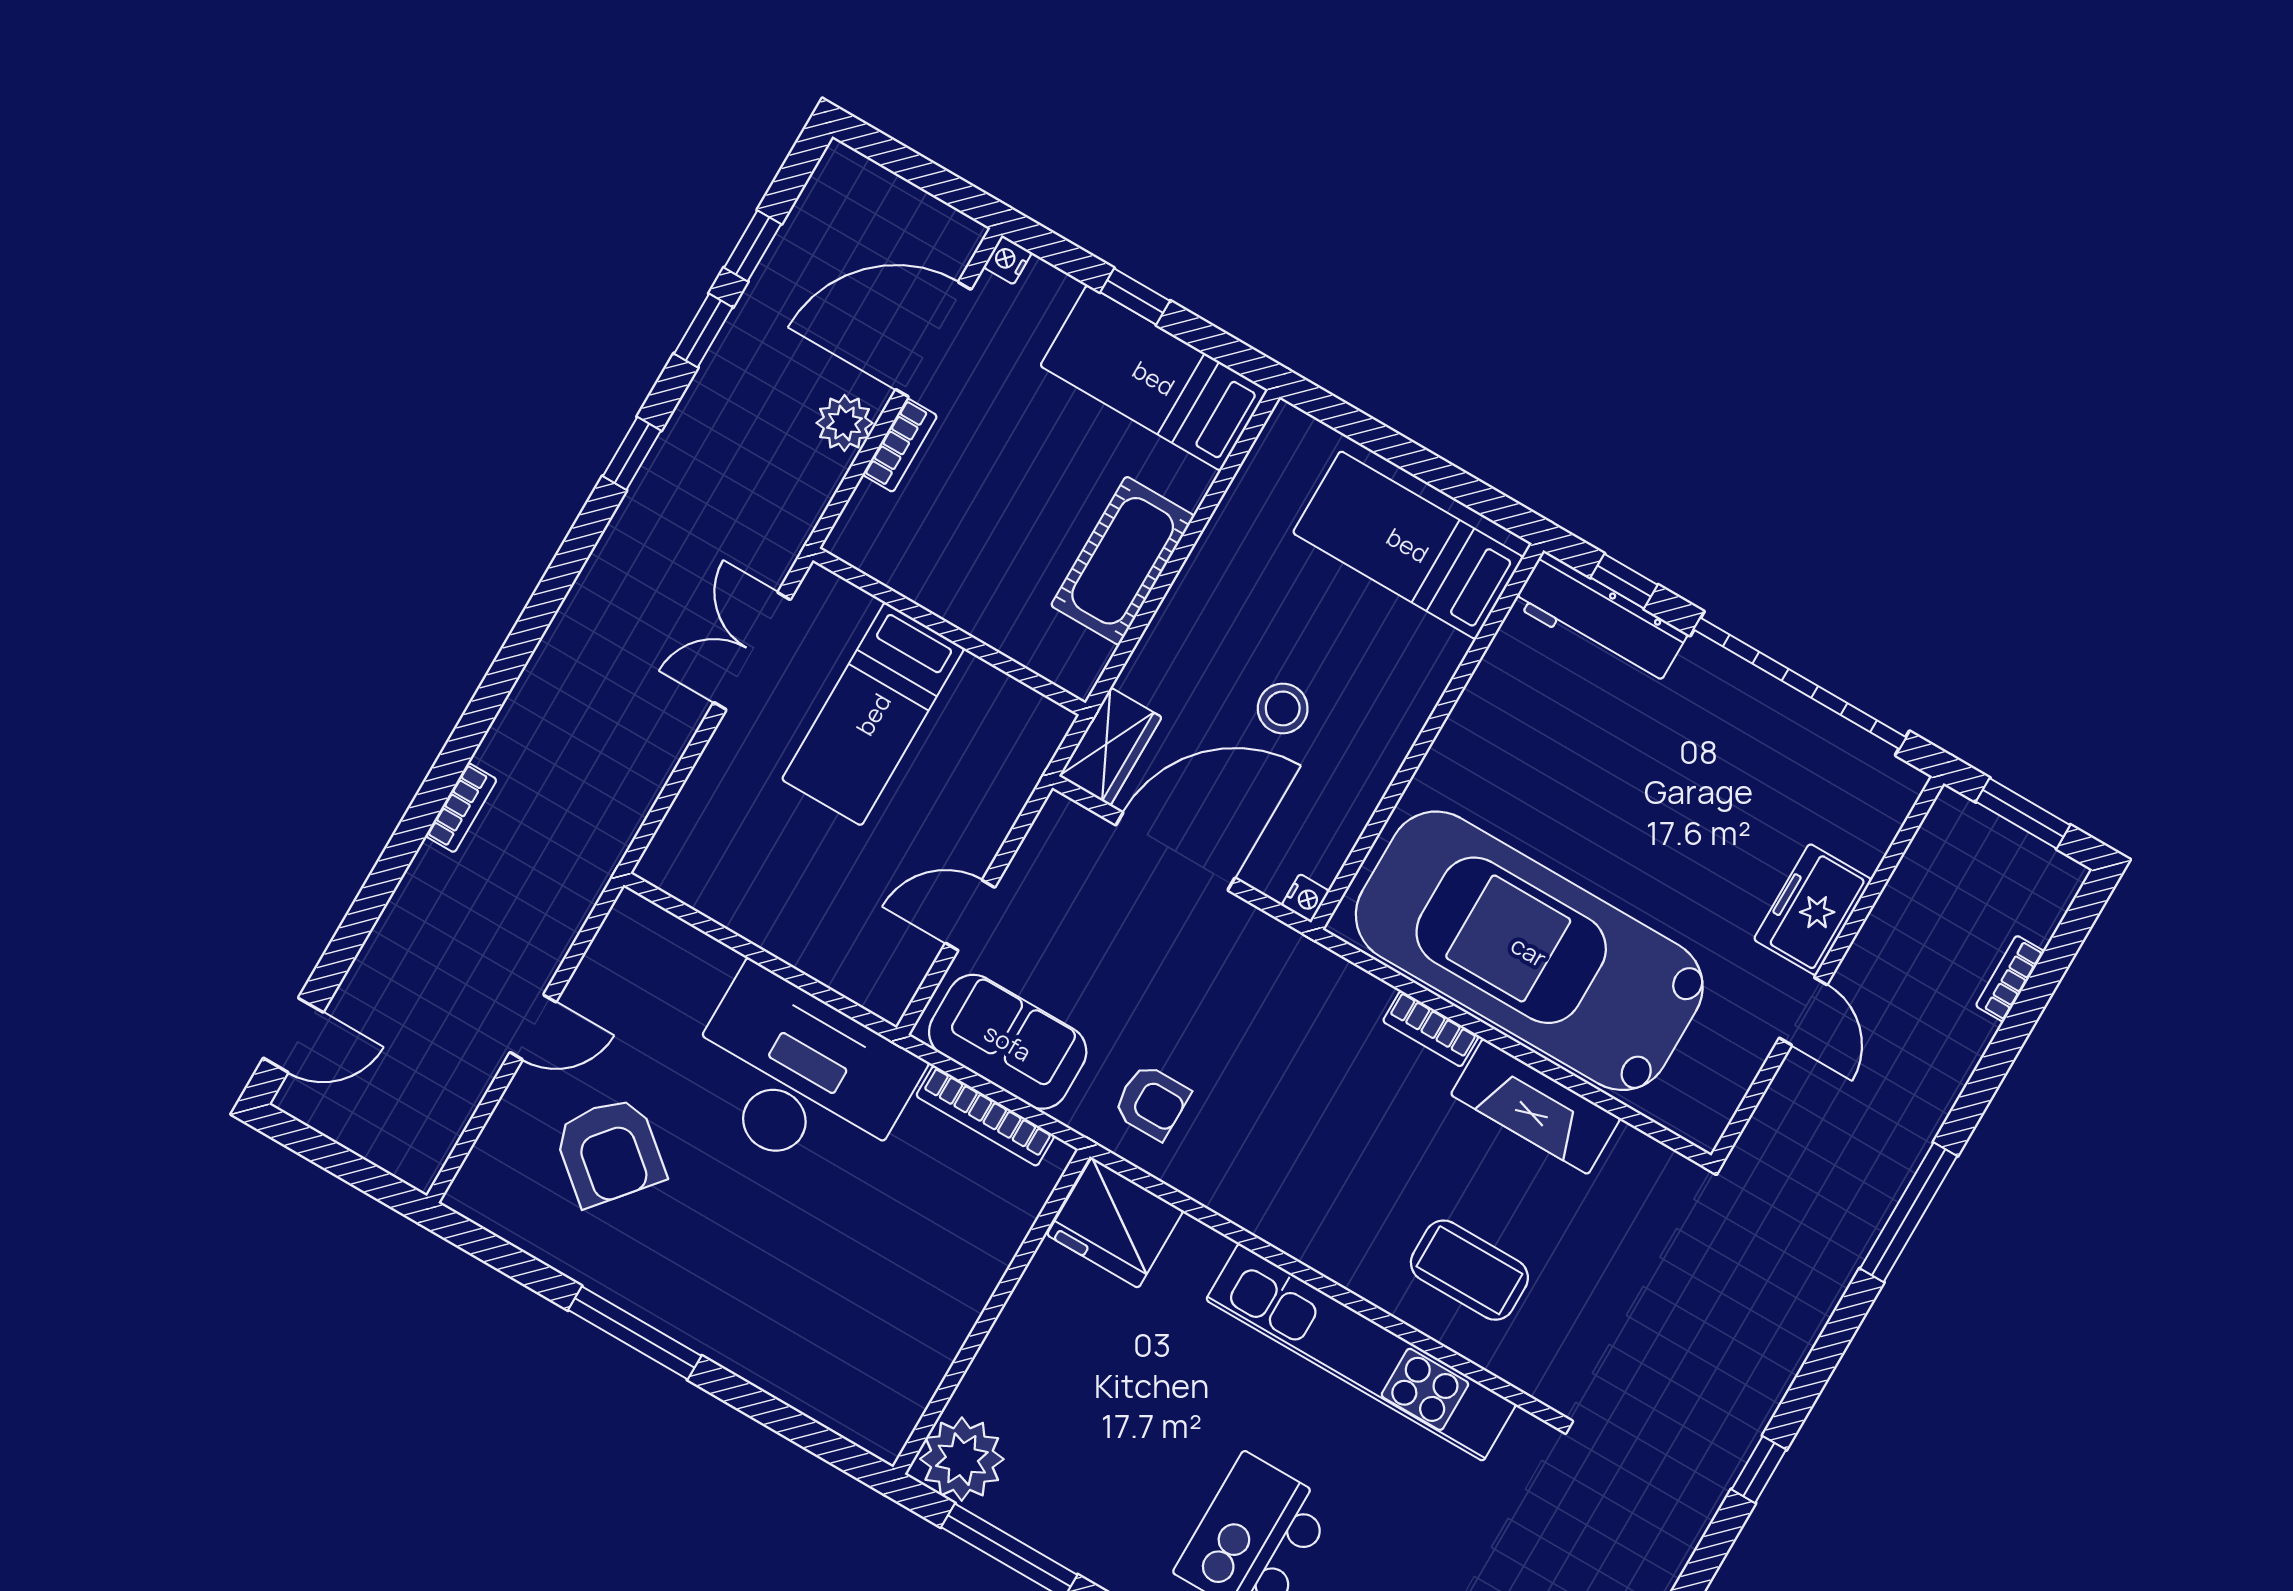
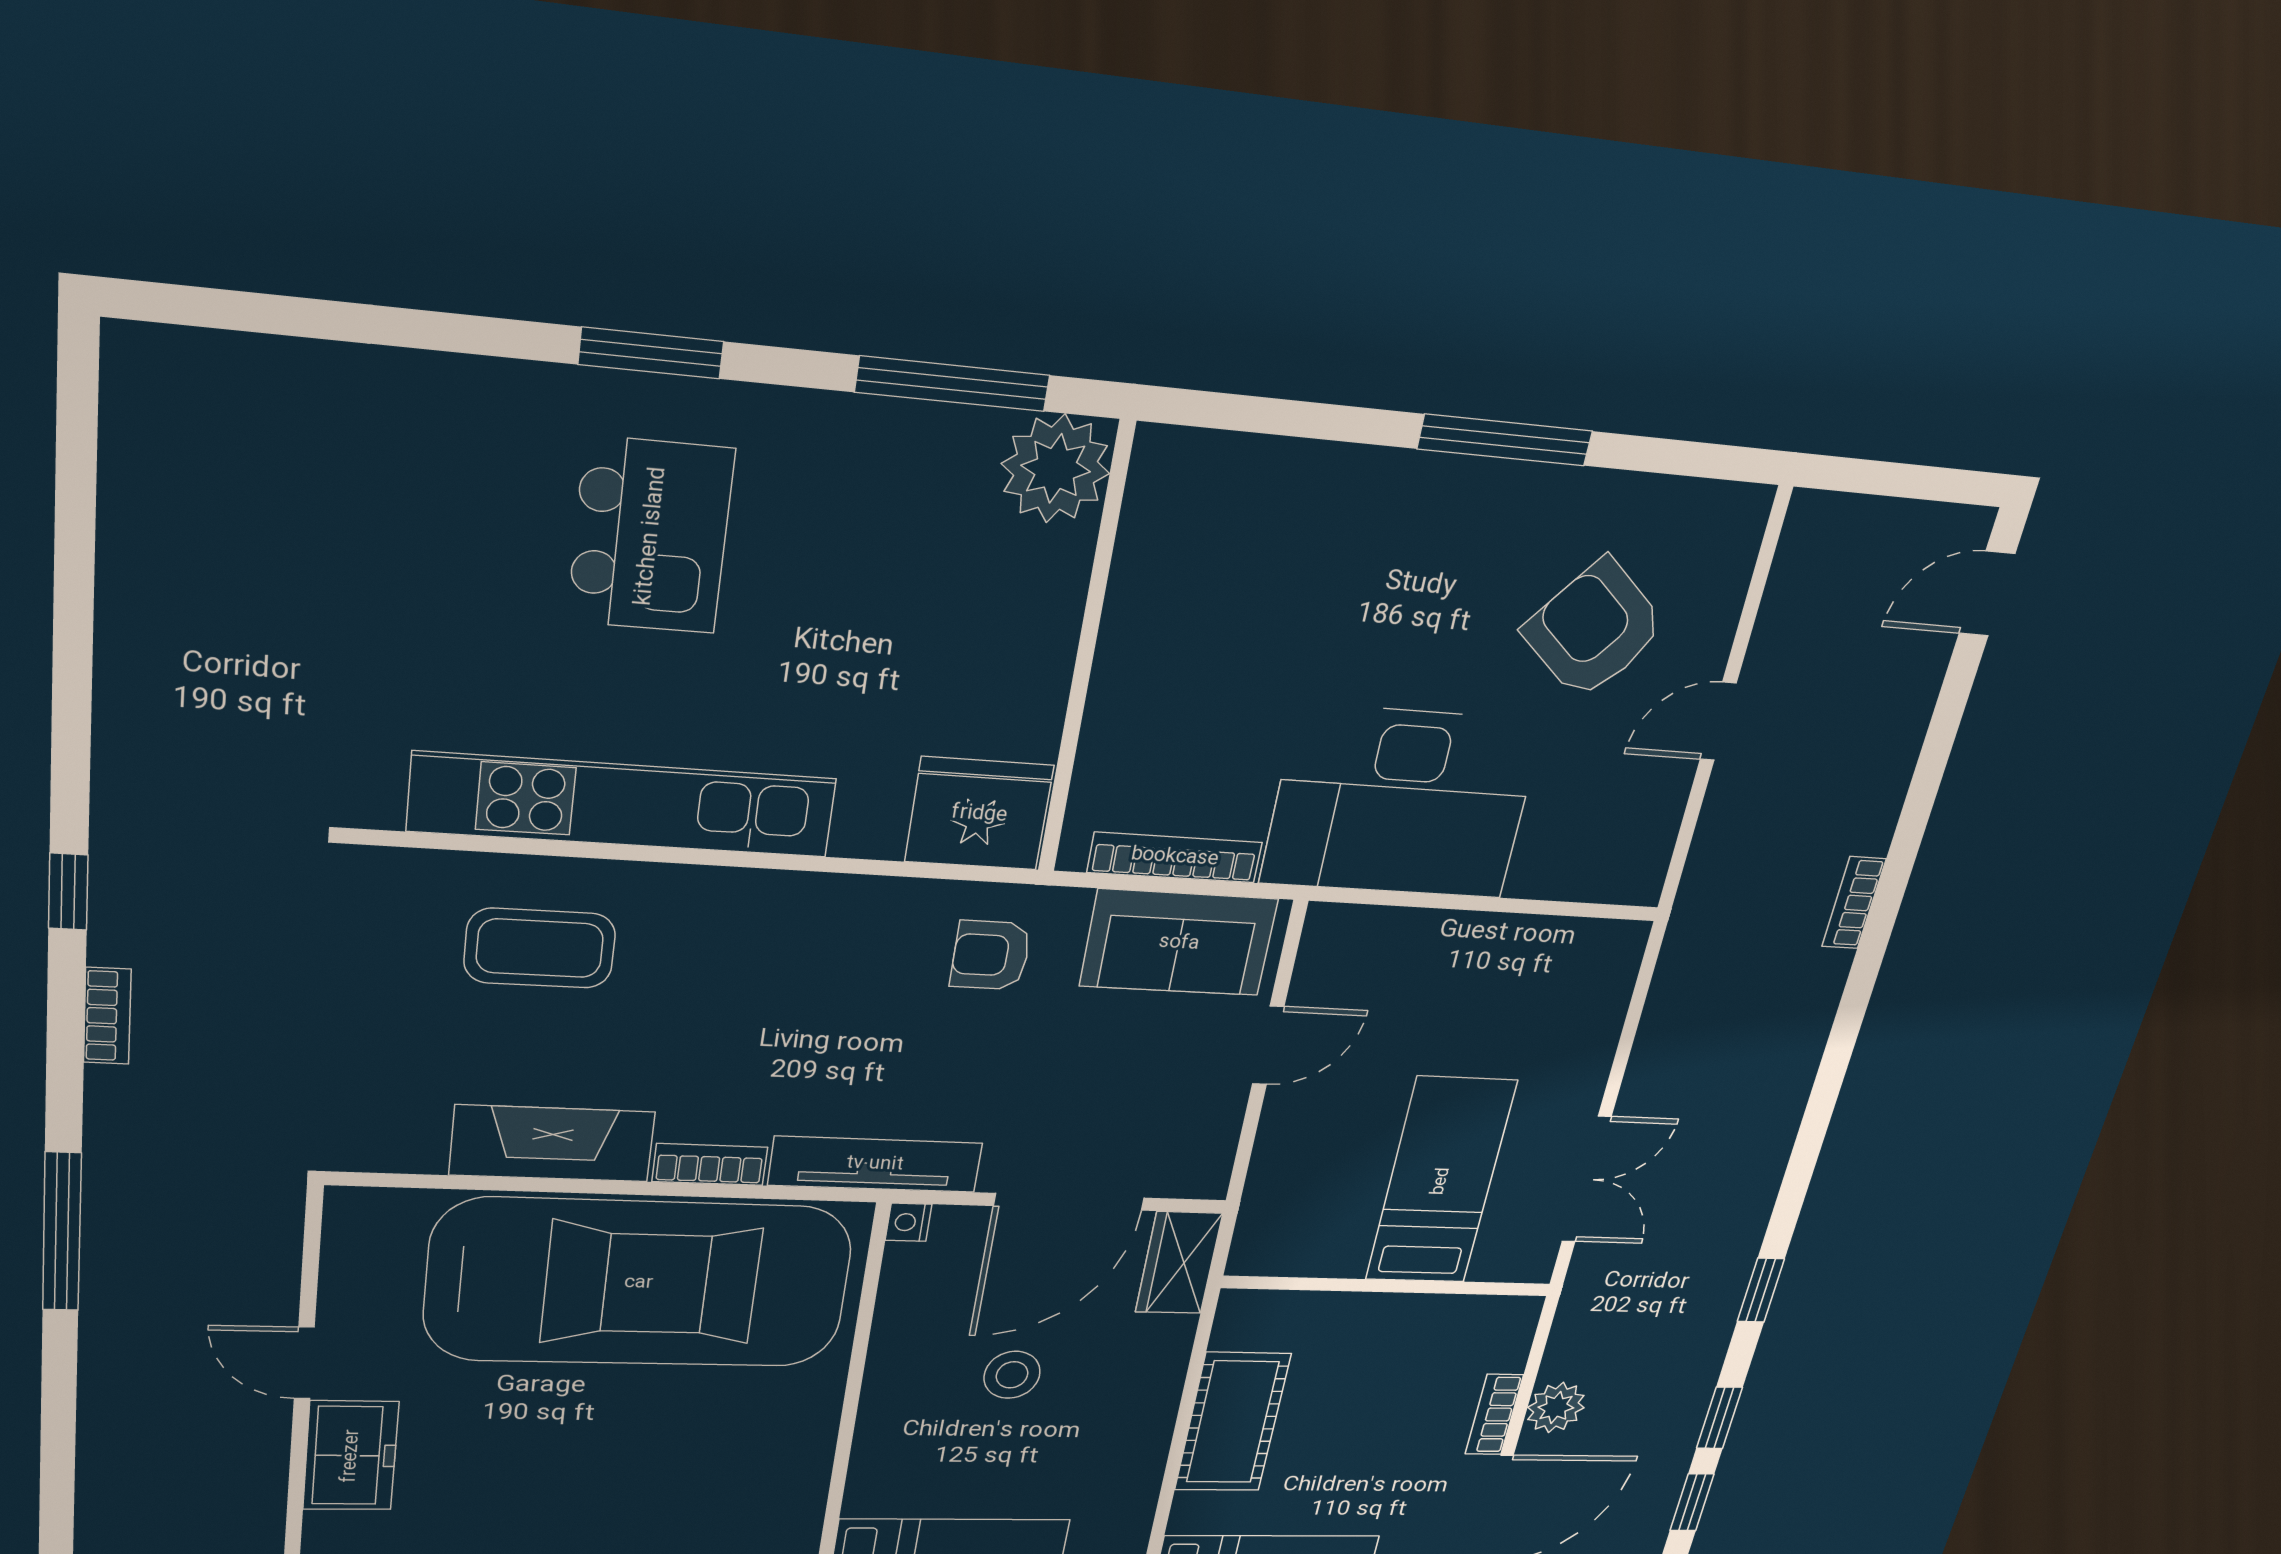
tv unit: (1309, 964) -> (875, 1164), added
bookcase: (2010, 979) -> (107, 1016), moved

